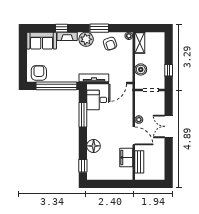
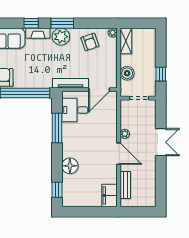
window: (99, 28) -> (62, 23), moved
double door: (169, 126) -> (161, 142), swing flipped
filing cabinet: (126, 158) -> (110, 195), moved

